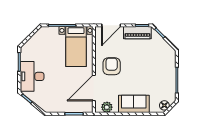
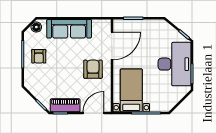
armchair: (112, 66) -> (93, 69), turned 180
desk: (32, 76) -> (175, 64), width x1.36, depth x1.30
armchair: (162, 78) -> (39, 56), added
sofa: (134, 104) -> (69, 29), width x1.36
plant: (107, 107) -> (98, 25), removed

